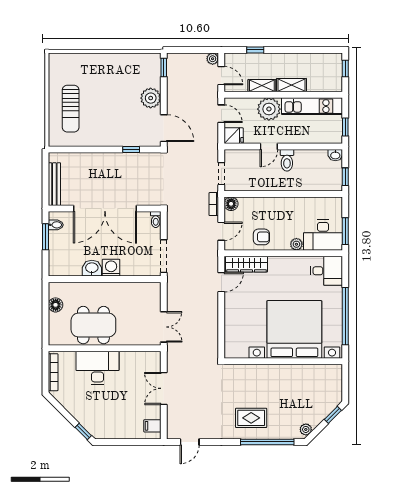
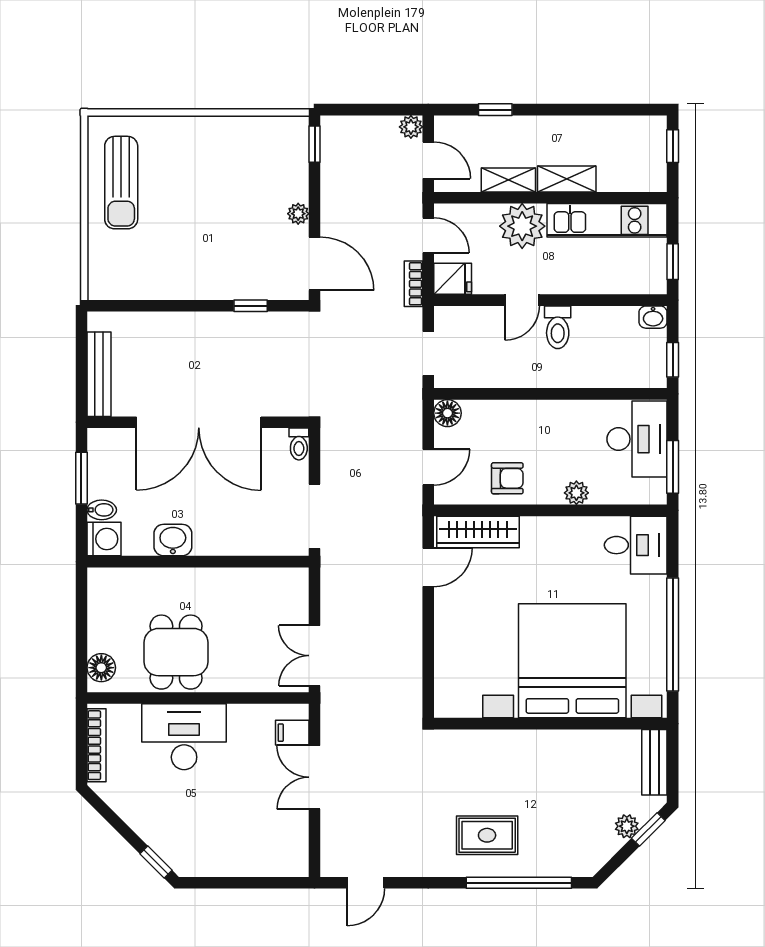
plant: (151, 98) -> (298, 214), width x0.53, depth x0.53
sun lounger: (71, 109) -> (121, 183), moved
bookcase: (214, 204) -> (413, 284), moved
bidet: (56, 225) -> (102, 510), moved
desk: (323, 235) -> (637, 439), moved, turned -90
washing machine: (111, 268) -> (104, 539), moved, turned 90
floor lamp: (56, 305) -> (101, 668), moved
dining table: (93, 325) -> (176, 652), width x0.73
double door: (164, 327) -> (315, 656), swing flipped
bench: (336, 381) -> (654, 762), added
filing cabinet: (152, 426) -> (292, 733), moved
plant: (306, 429) -> (627, 826), moved

